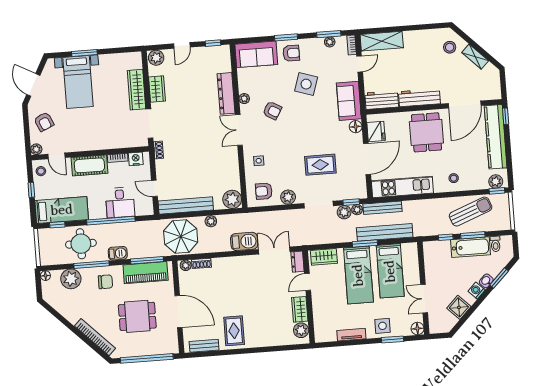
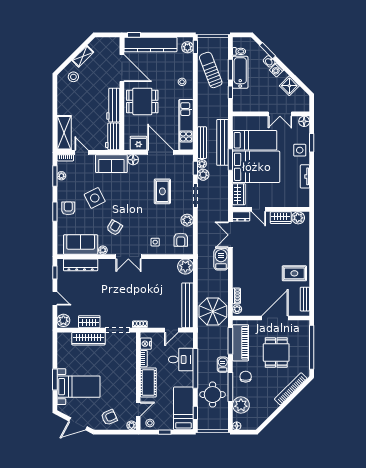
sofa: (256, 54) -> (81, 245), moved, turned -90
side table: (306, 84) -> (95, 198), turned 45
dresser: (226, 93) -> (81, 265), moved
plant: (211, 221) -> (202, 286), removed
bed: (358, 275) -> (256, 167), width x1.50

